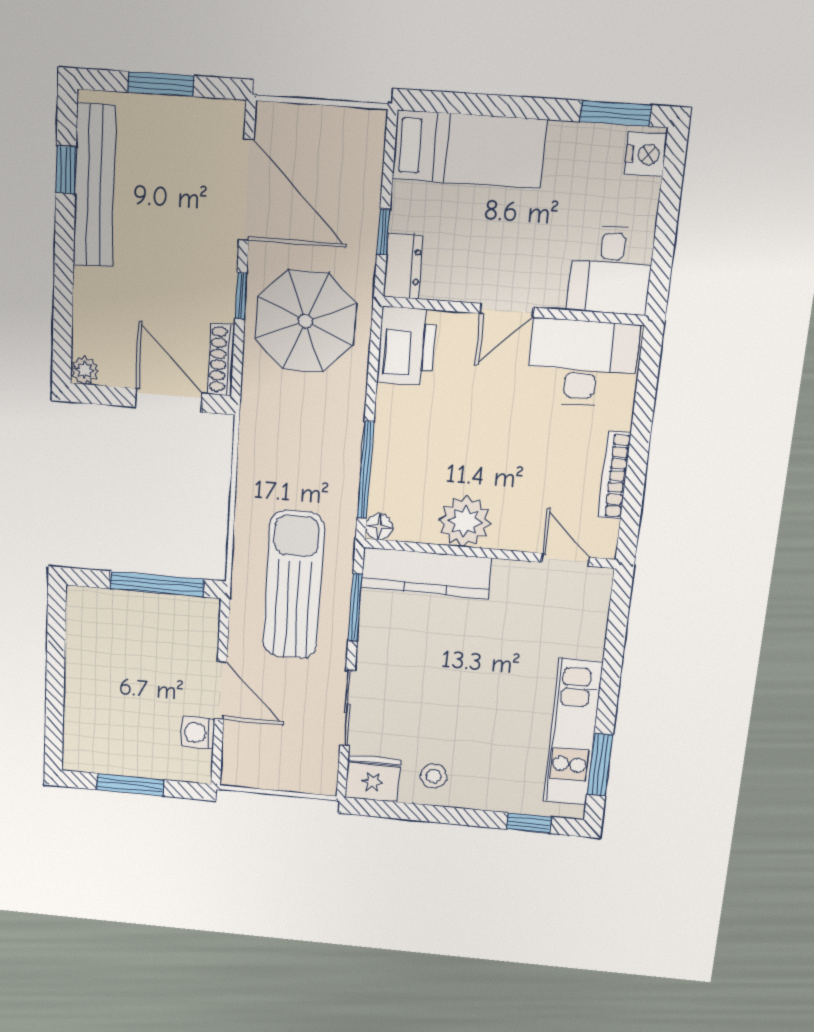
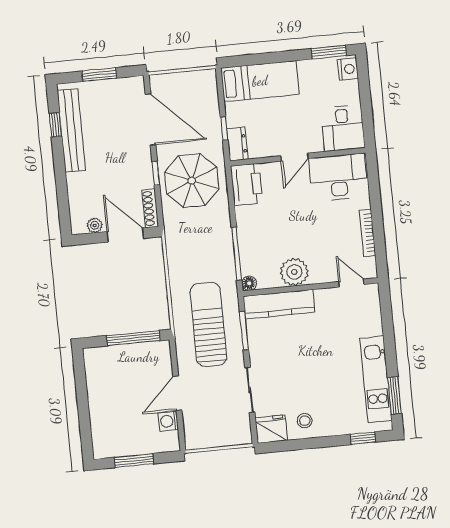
plant: (85, 370) -> (95, 225), moved
door: (221, 690) -> (177, 393), swing flipped

